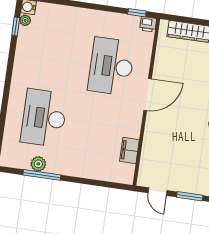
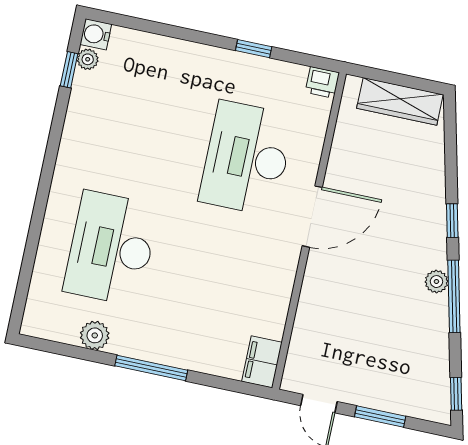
window: (137, 13) -> (254, 49), moved
filing cabinet: (129, 151) -> (262, 362), moved
window: (42, 175) -> (151, 368), moved

